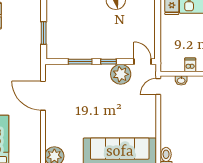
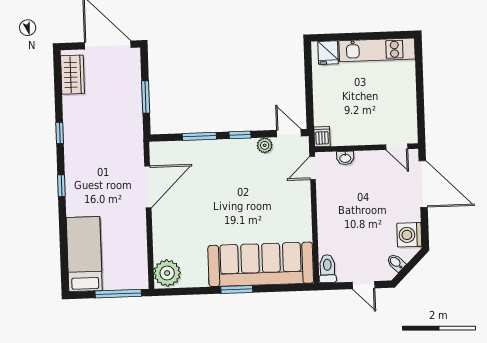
dishwasher: (190, 65) -> (322, 137), moved
plant: (121, 74) -> (265, 145), width x0.53, depth x0.53
door: (43, 96) -> (148, 187), swing flipped

